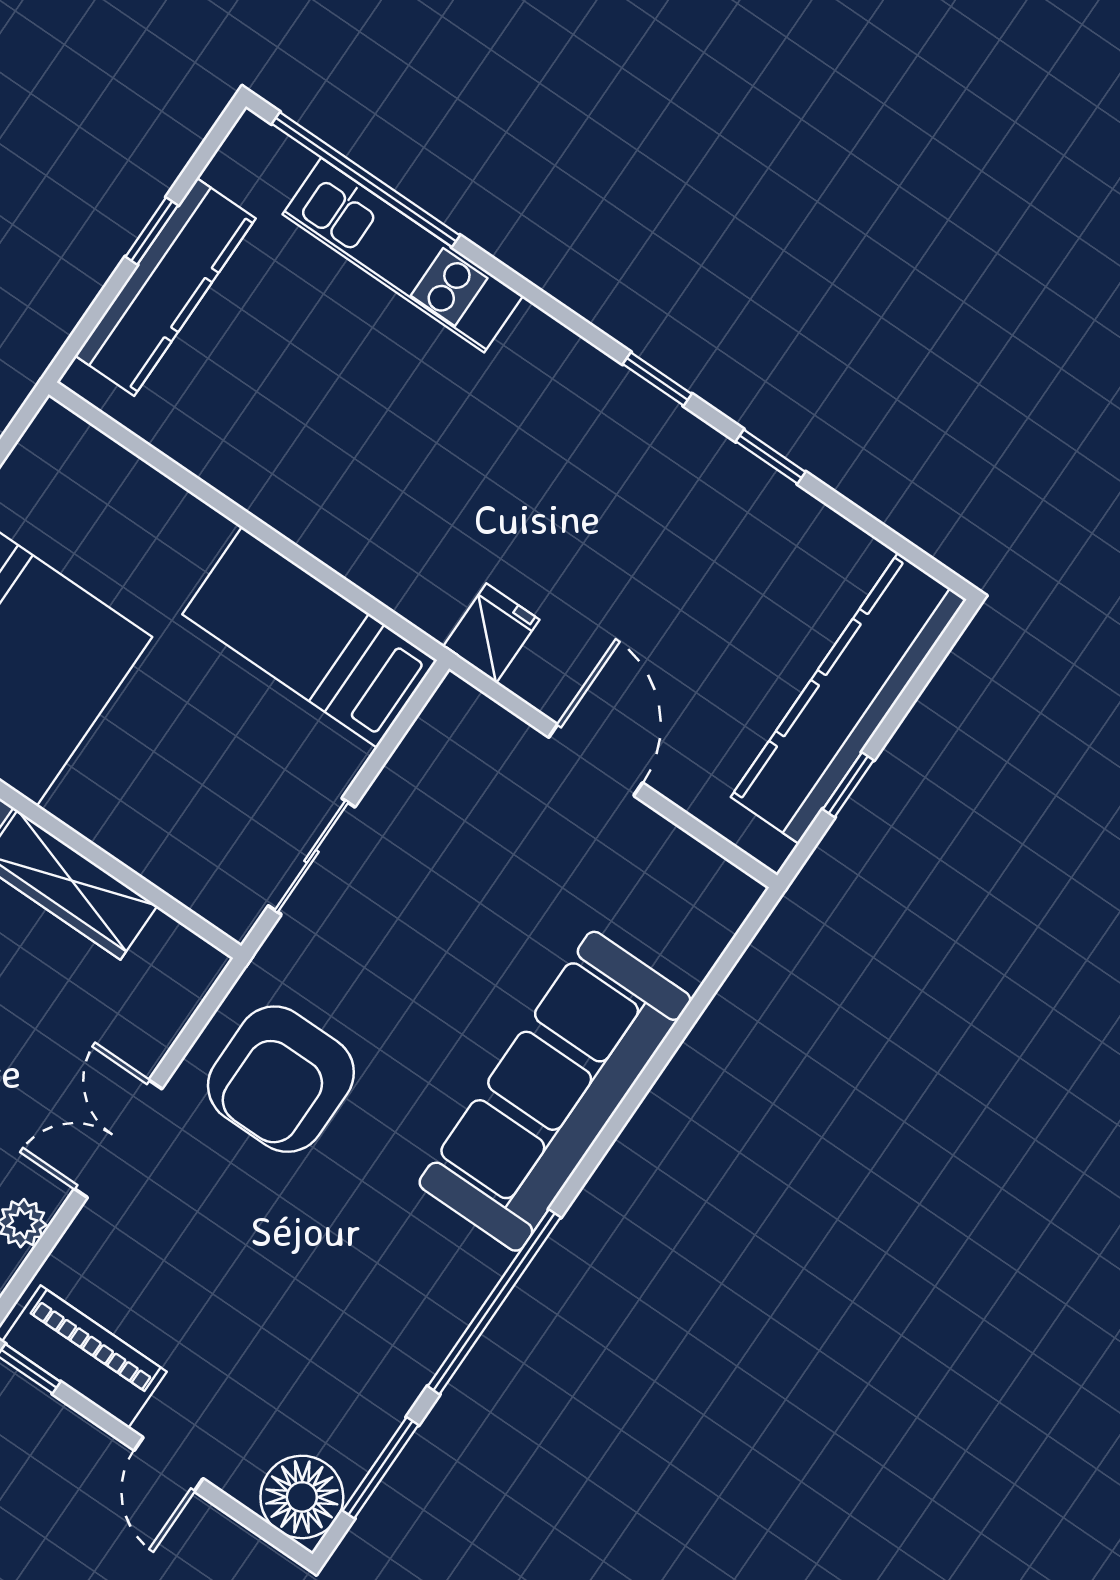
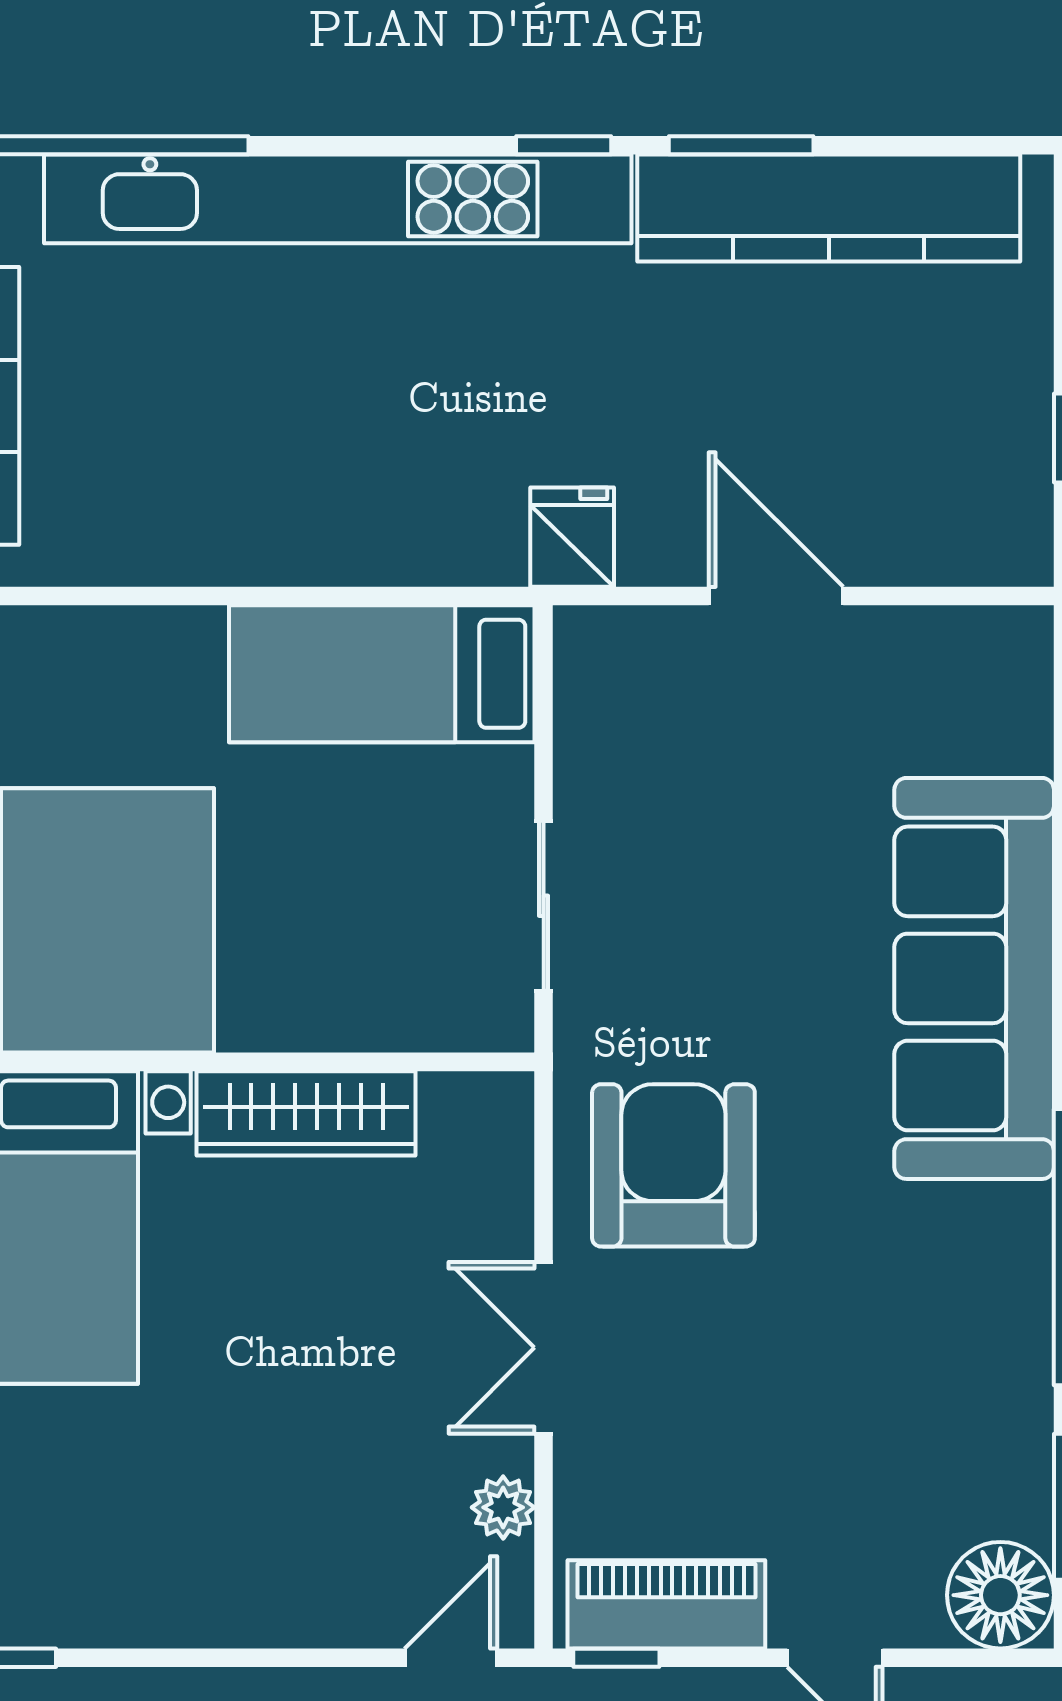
kitchen unit: (403, 255) -> (338, 199), width x1.86
window: (771, 457) -> (741, 145), width x1.50
kitchen counter: (849, 698) -> (829, 208), moved, turned -90
armchair: (281, 1079) -> (673, 1165), turned 180

